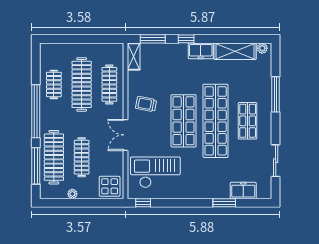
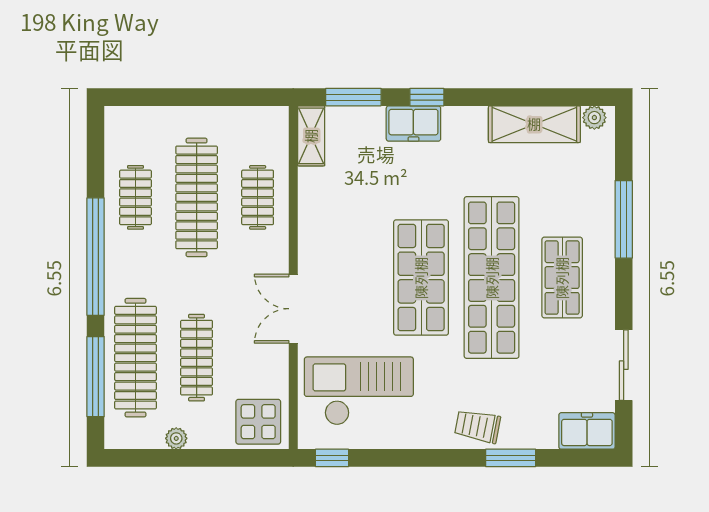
freezer: (201, 51) -> (413, 123), moved
clothes rail: (109, 84) -> (258, 197), width x0.73
trolley: (146, 104) -> (478, 426), moved
freezer: (243, 190) -> (587, 431), moved

